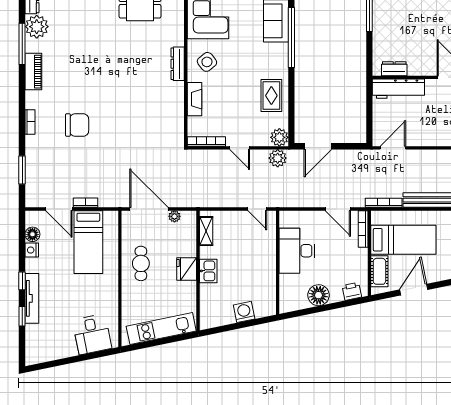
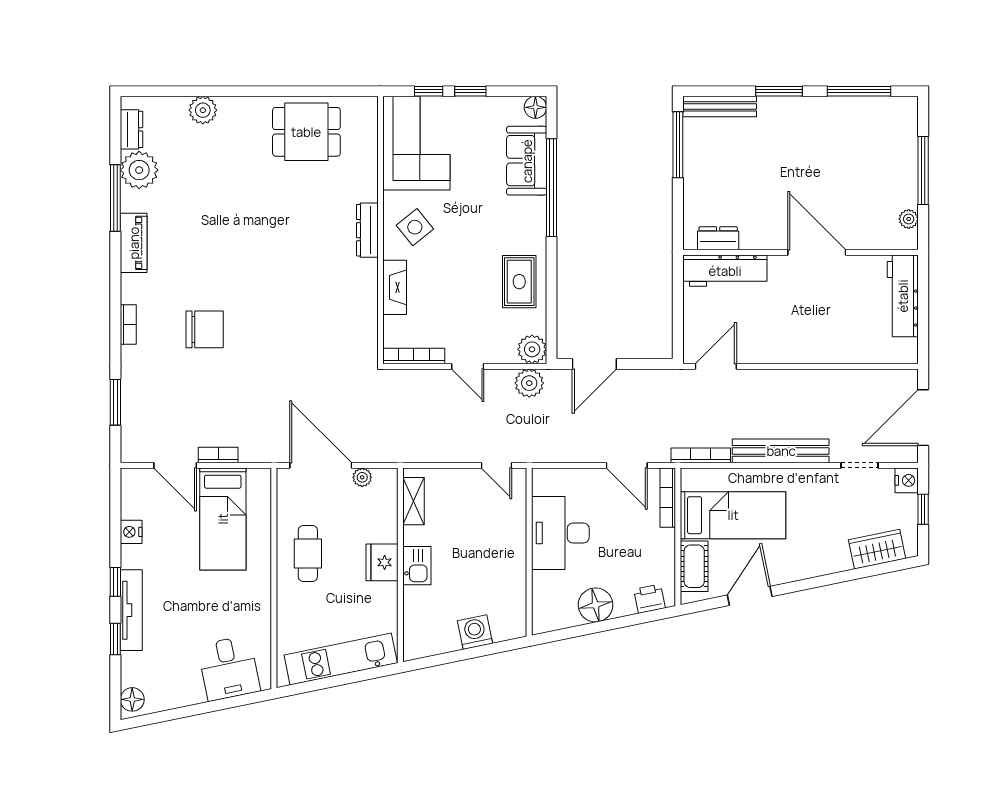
floor lamp: (32, 234) -> (132, 699), moved

